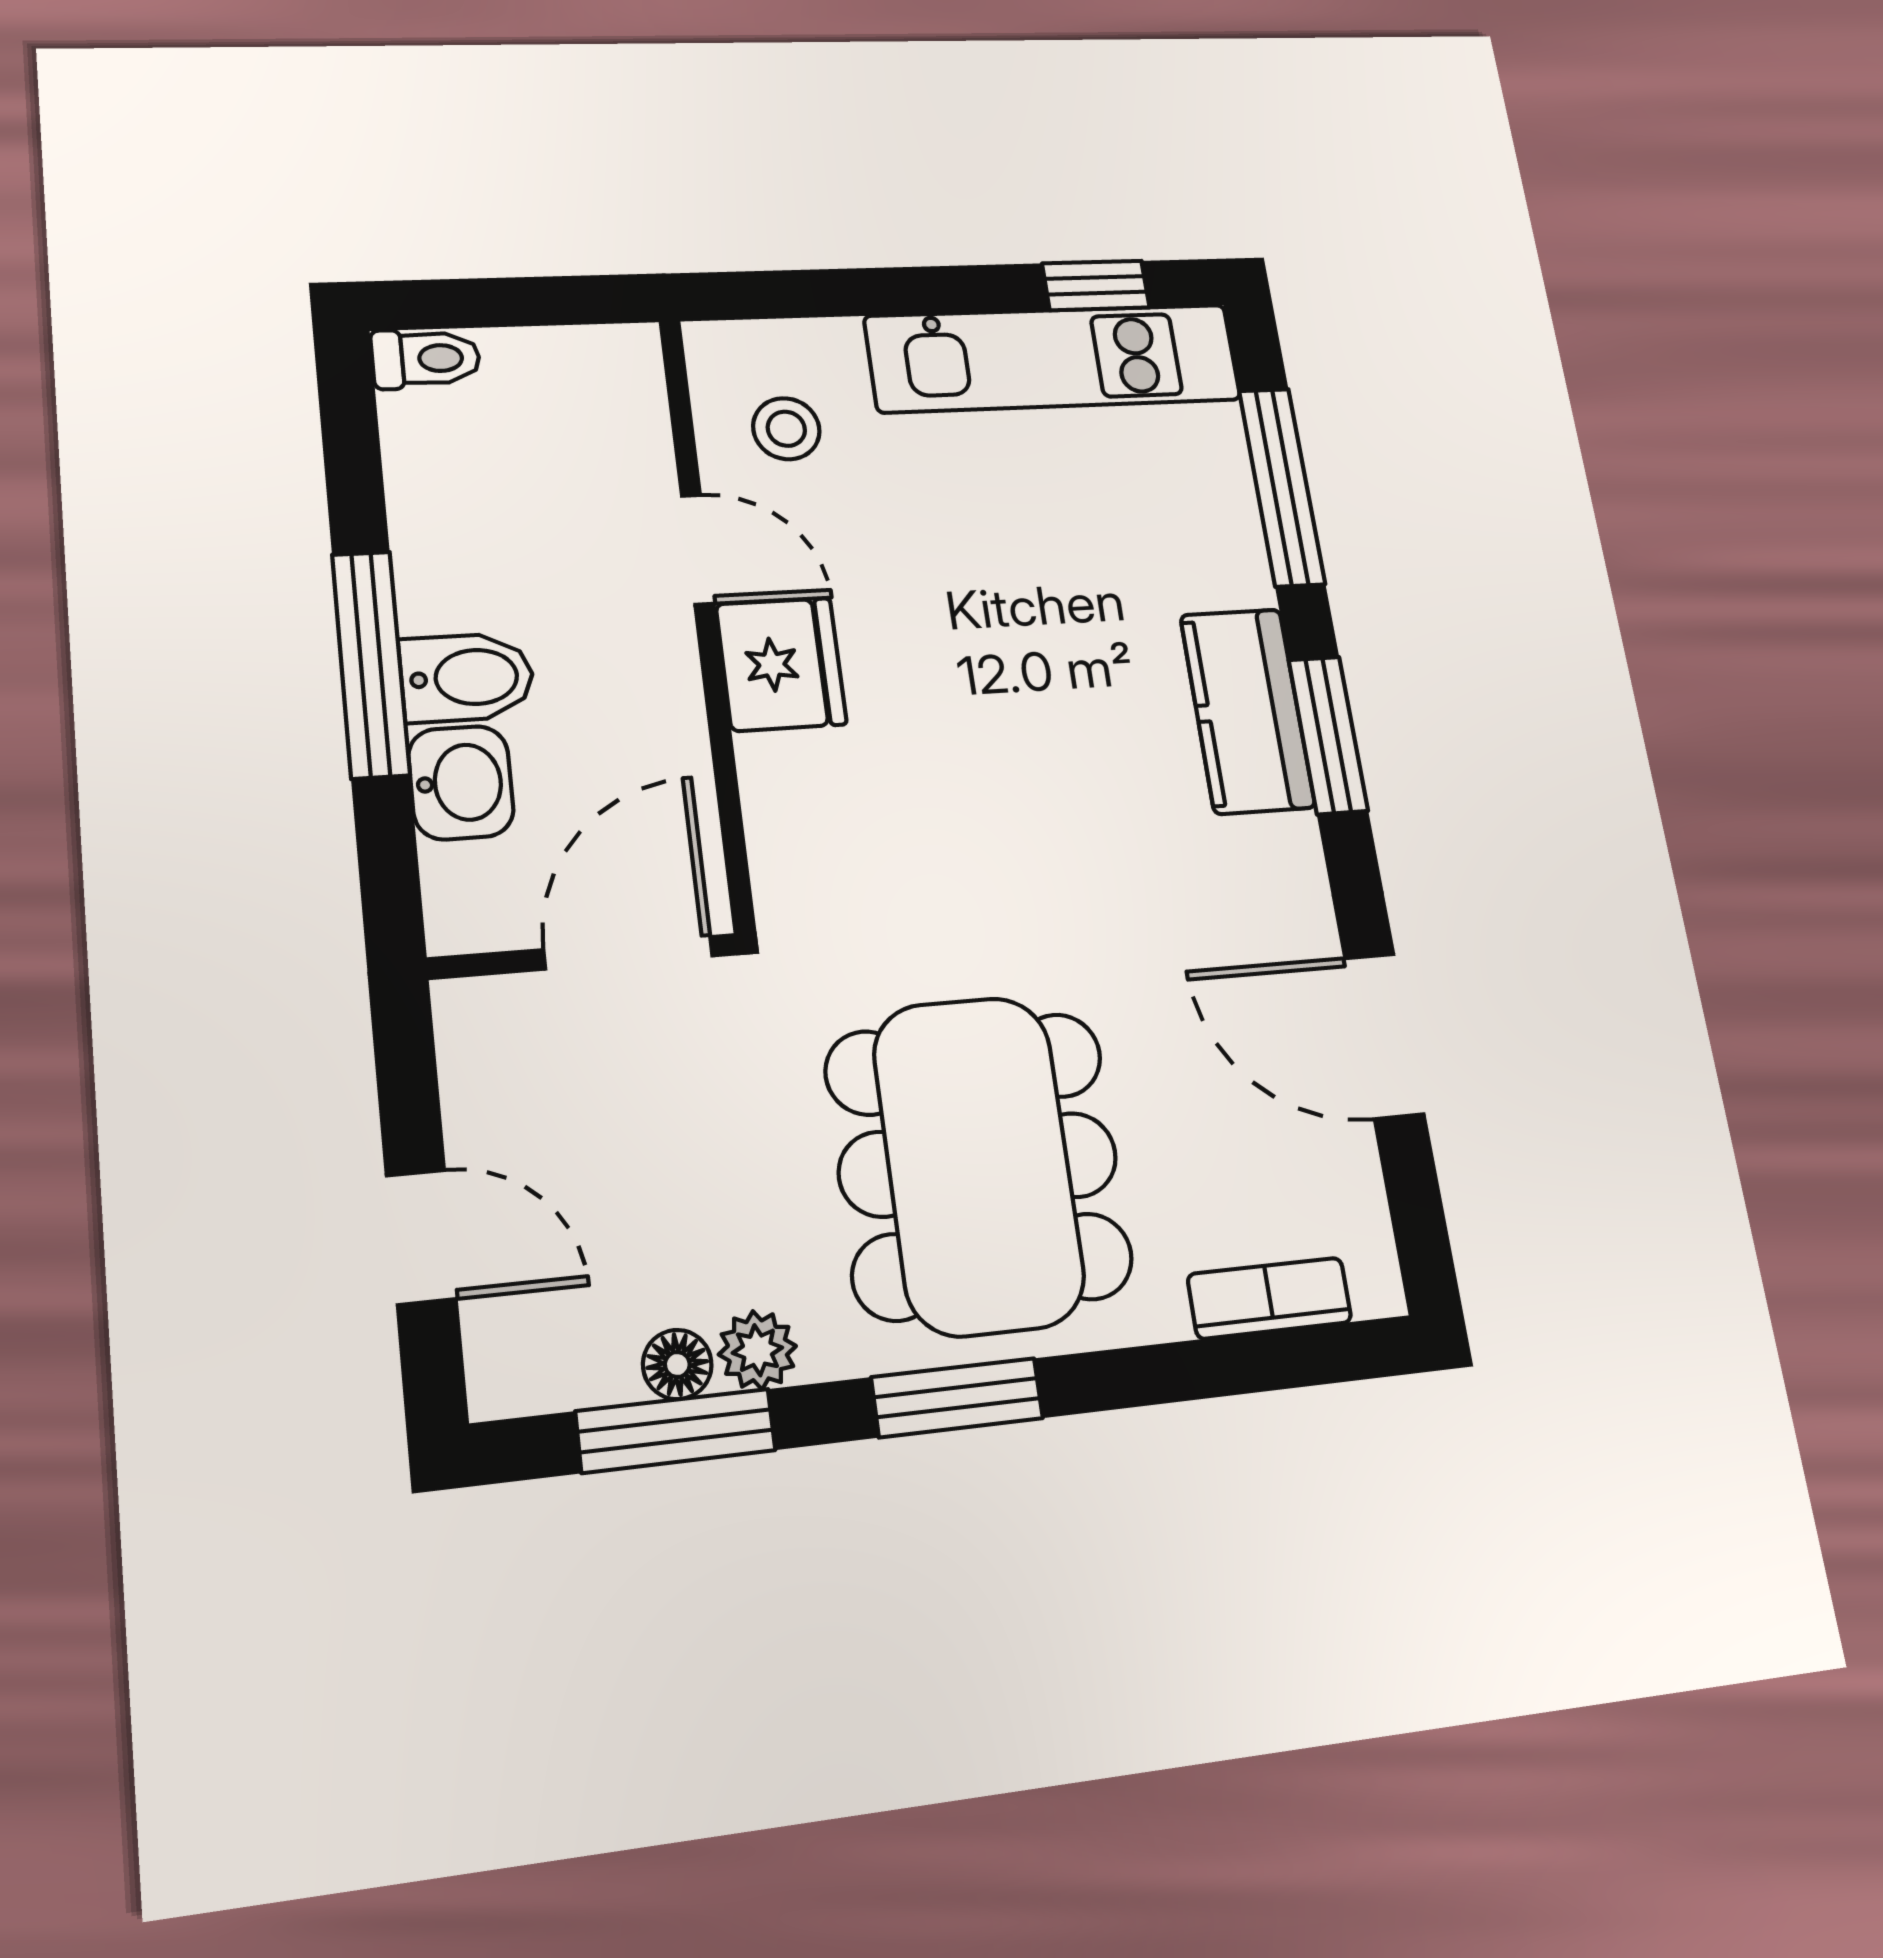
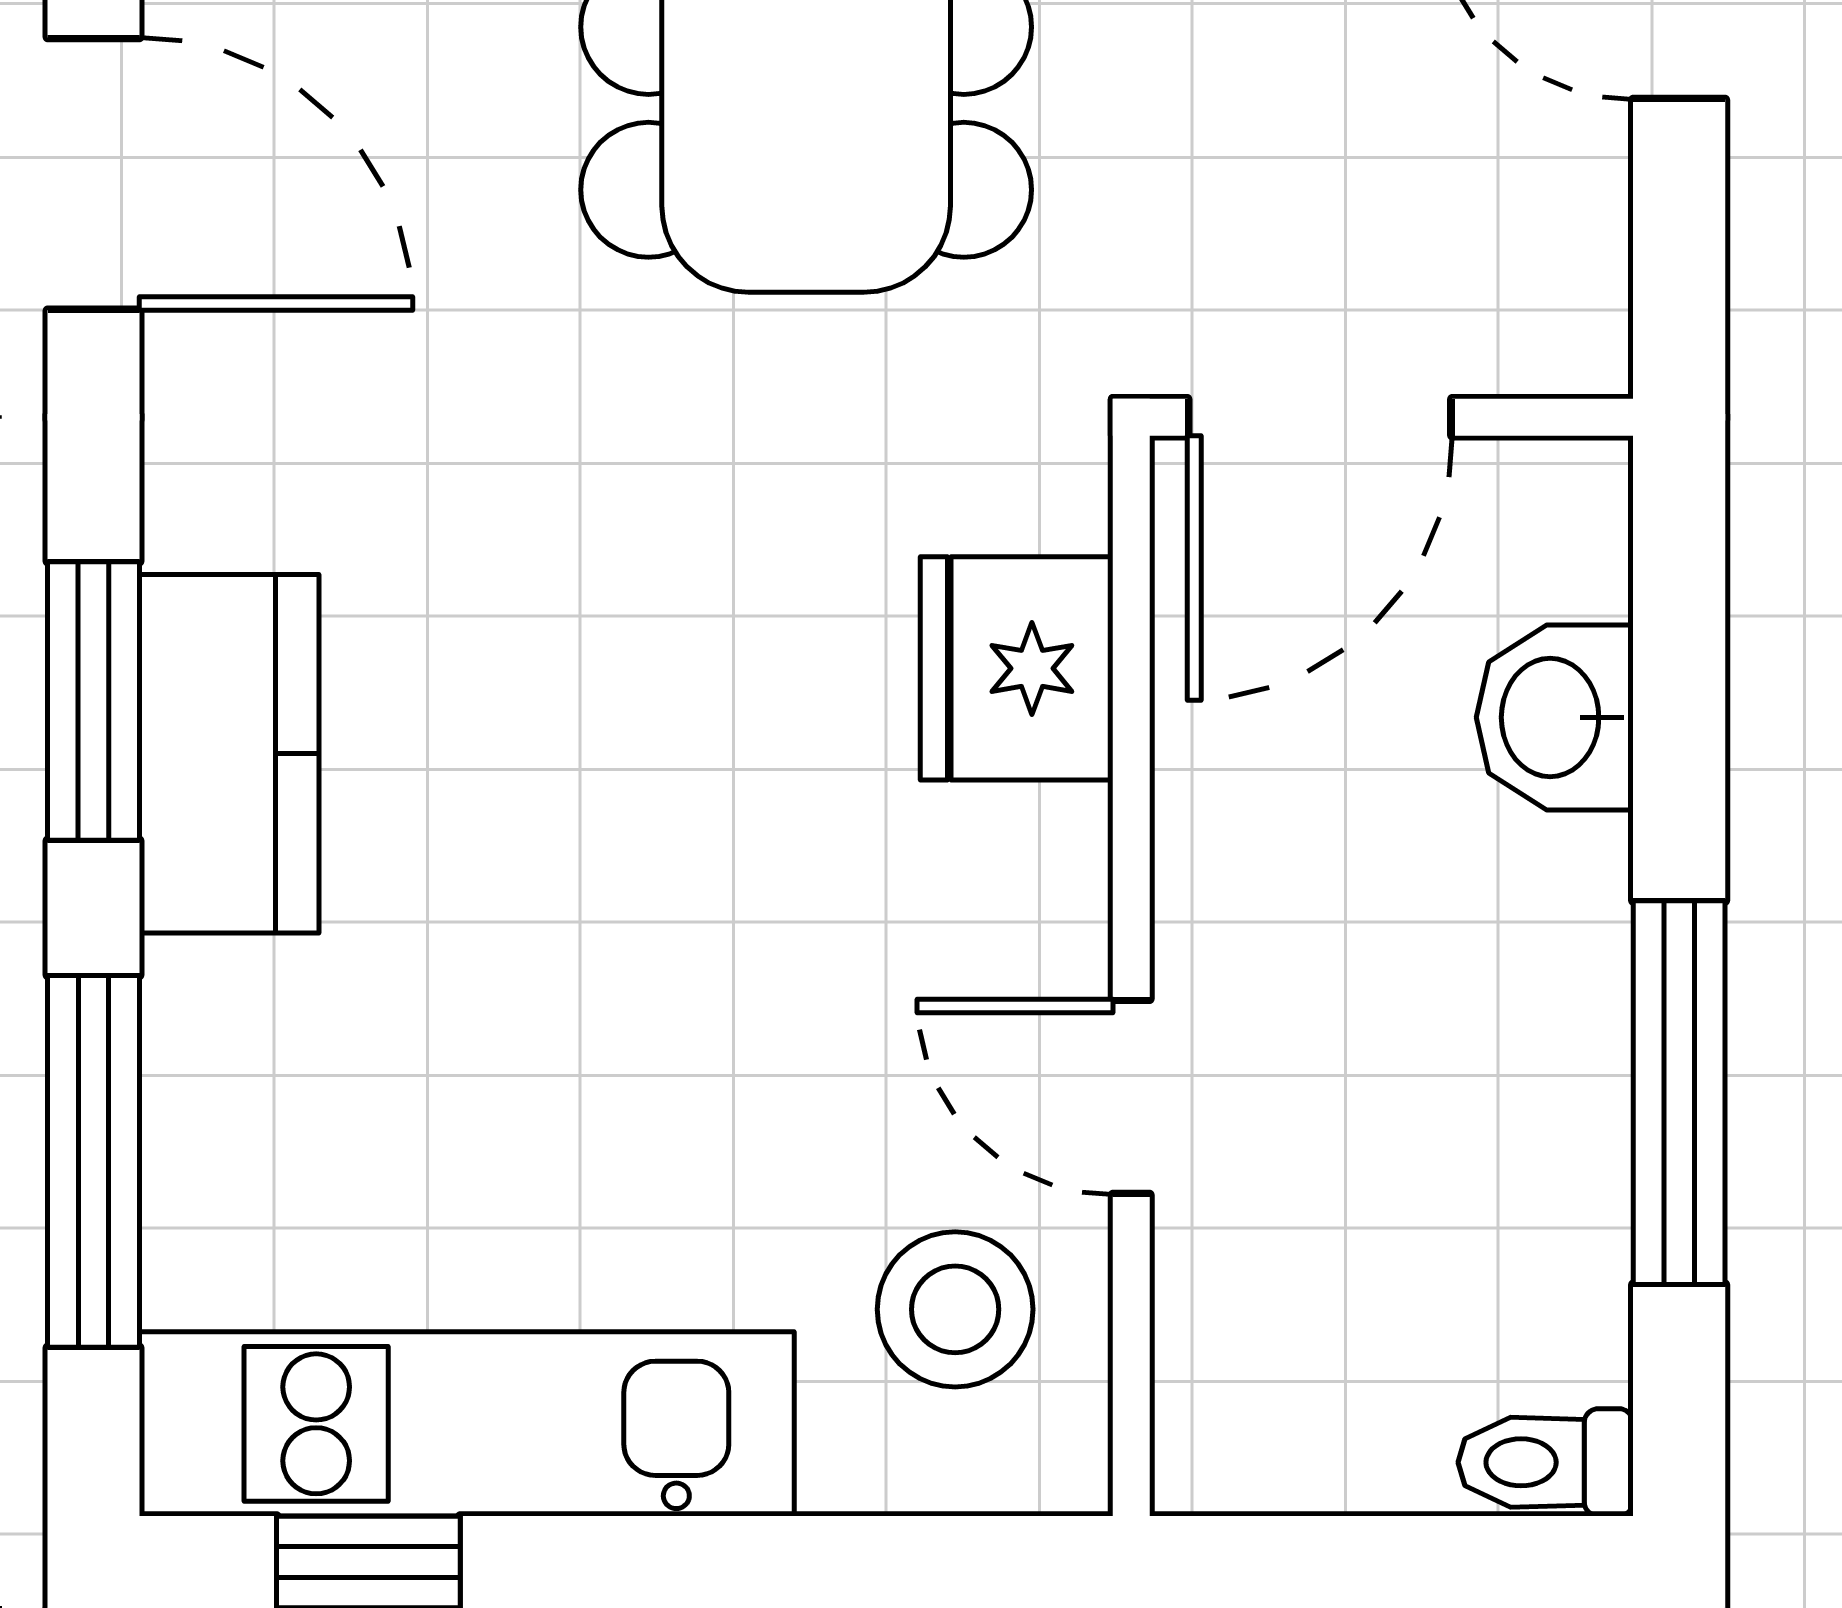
stool: (786, 429) -> (955, 1309), width x1.37, depth x1.37
window: (371, 664) -> (1679, 1093), moved
fridge: (781, 664) -> (1017, 668), moved
bidet: (467, 677) -> (1529, 895), removed

